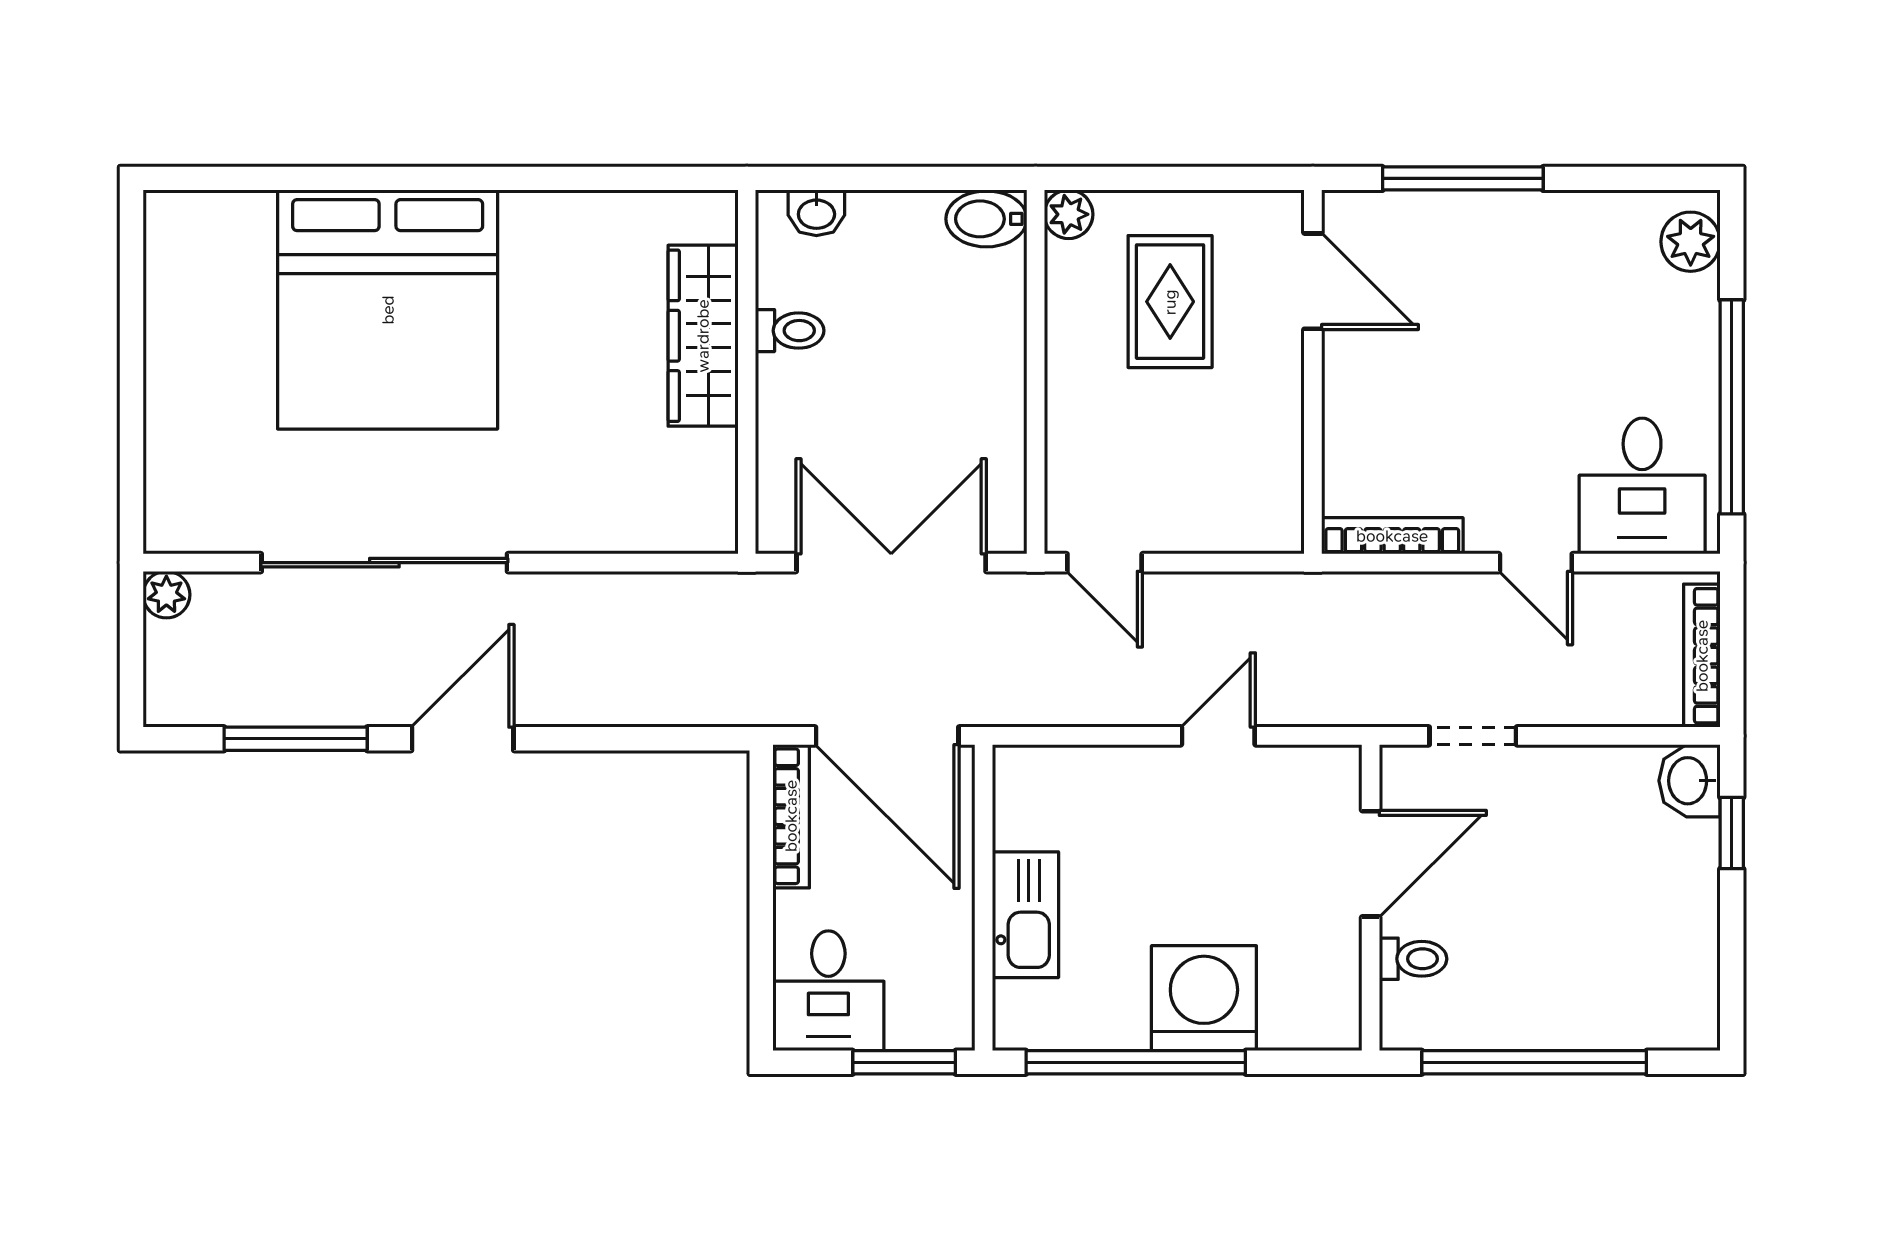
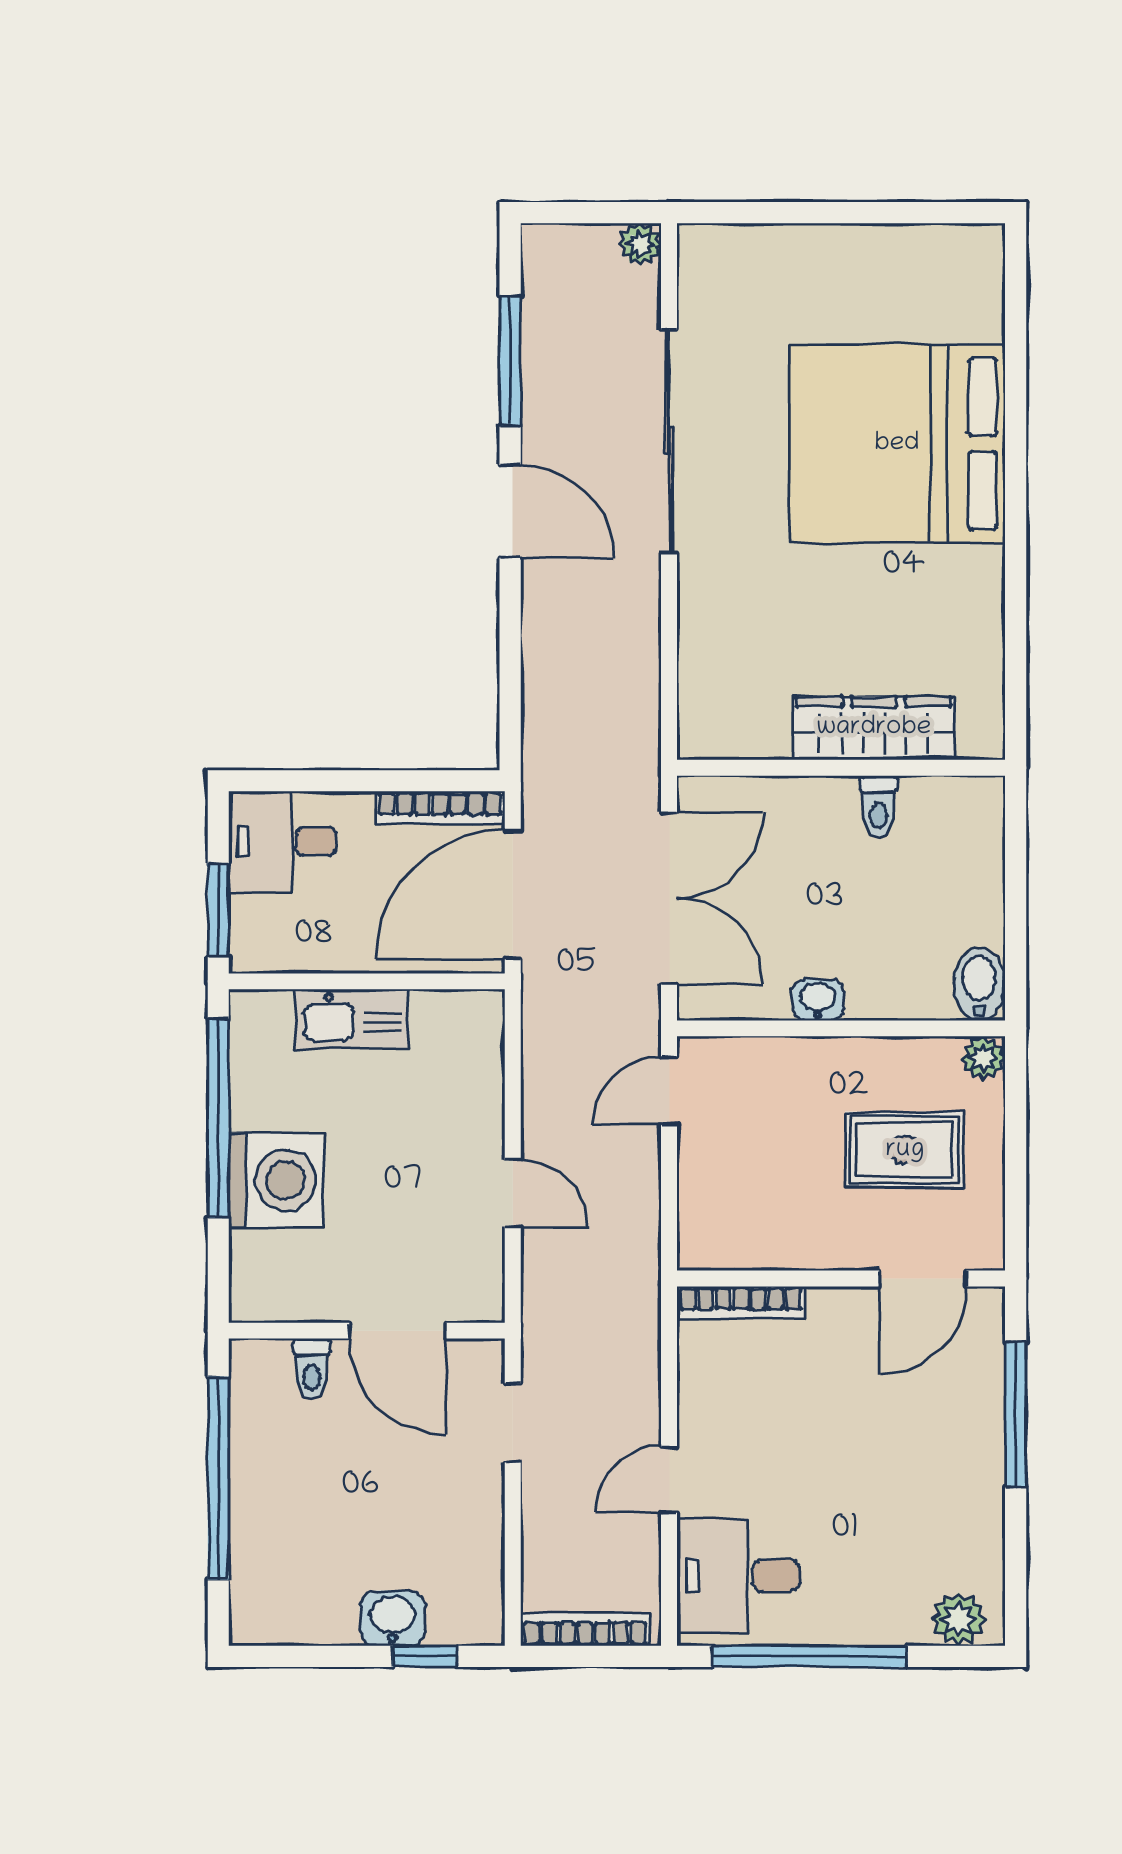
washbasin: (816, 213) -> (818, 1000), moved, turned 90
bookcase: (1392, 536) -> (741, 1303), moved, turned 90
washbasin: (1690, 781) -> (392, 1618), moved

